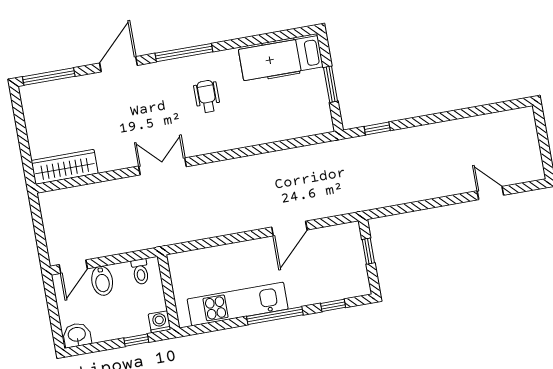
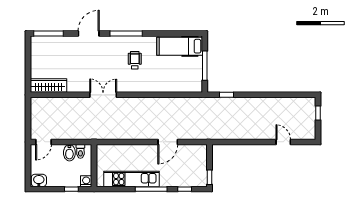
window: (331, 84) -> (205, 66), width x1.44
window: (542, 132) -> (318, 113), added
window: (368, 251) -> (210, 177), moved
bidet: (102, 281) -> (69, 153), moved

